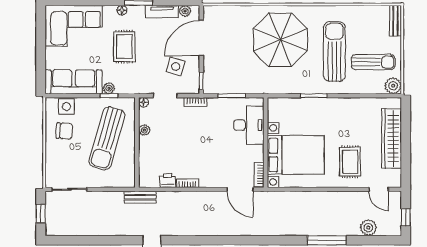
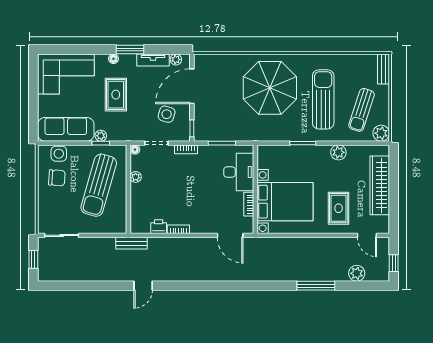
sun lounger: (373, 62) -> (362, 110), turned 108
plant: (350, 105) -> (338, 152), added
bookcase: (259, 175) -> (249, 204), moved

